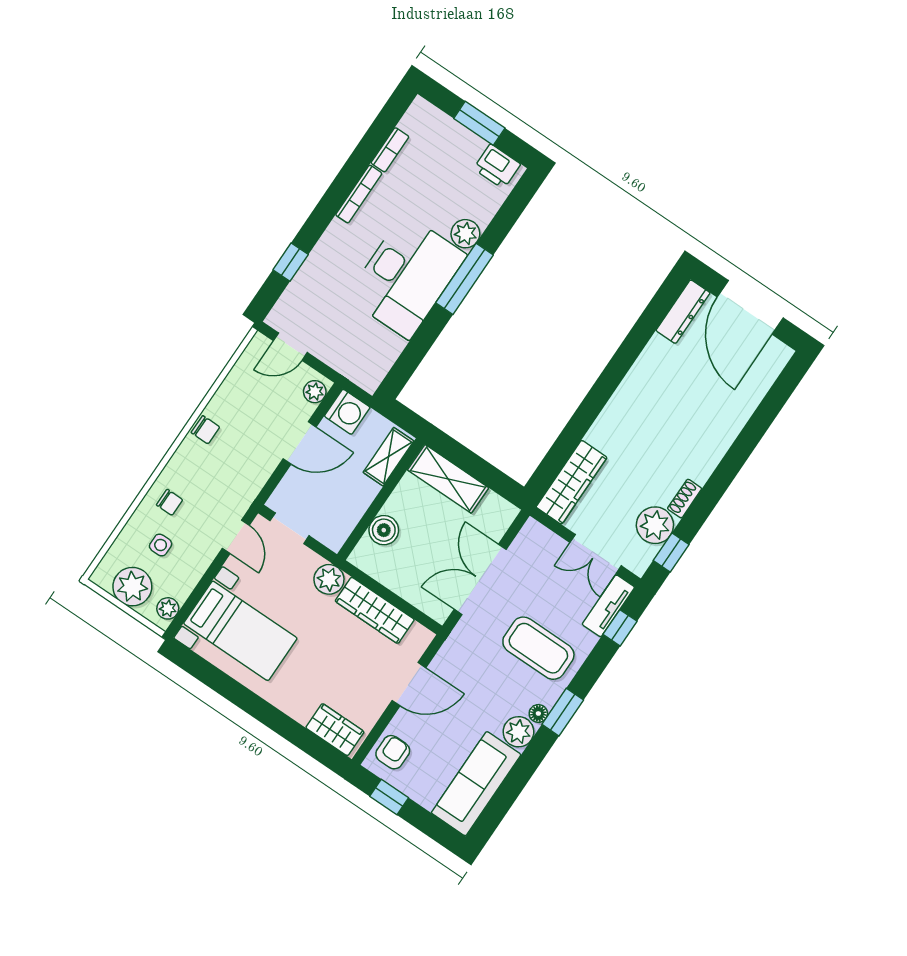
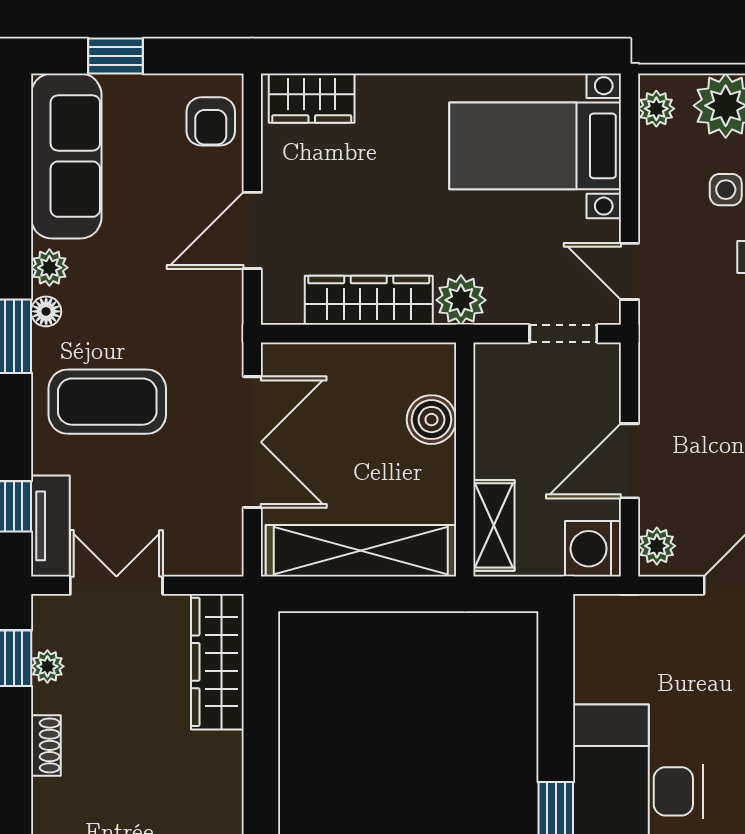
shelving: (448, 479) -> (361, 551), width x1.47
plant: (655, 525) -> (47, 666), width x0.53, depth x0.53
plant: (518, 732) -> (49, 268), width x0.73, depth x0.73
window: (389, 797) -> (115, 56), moved

